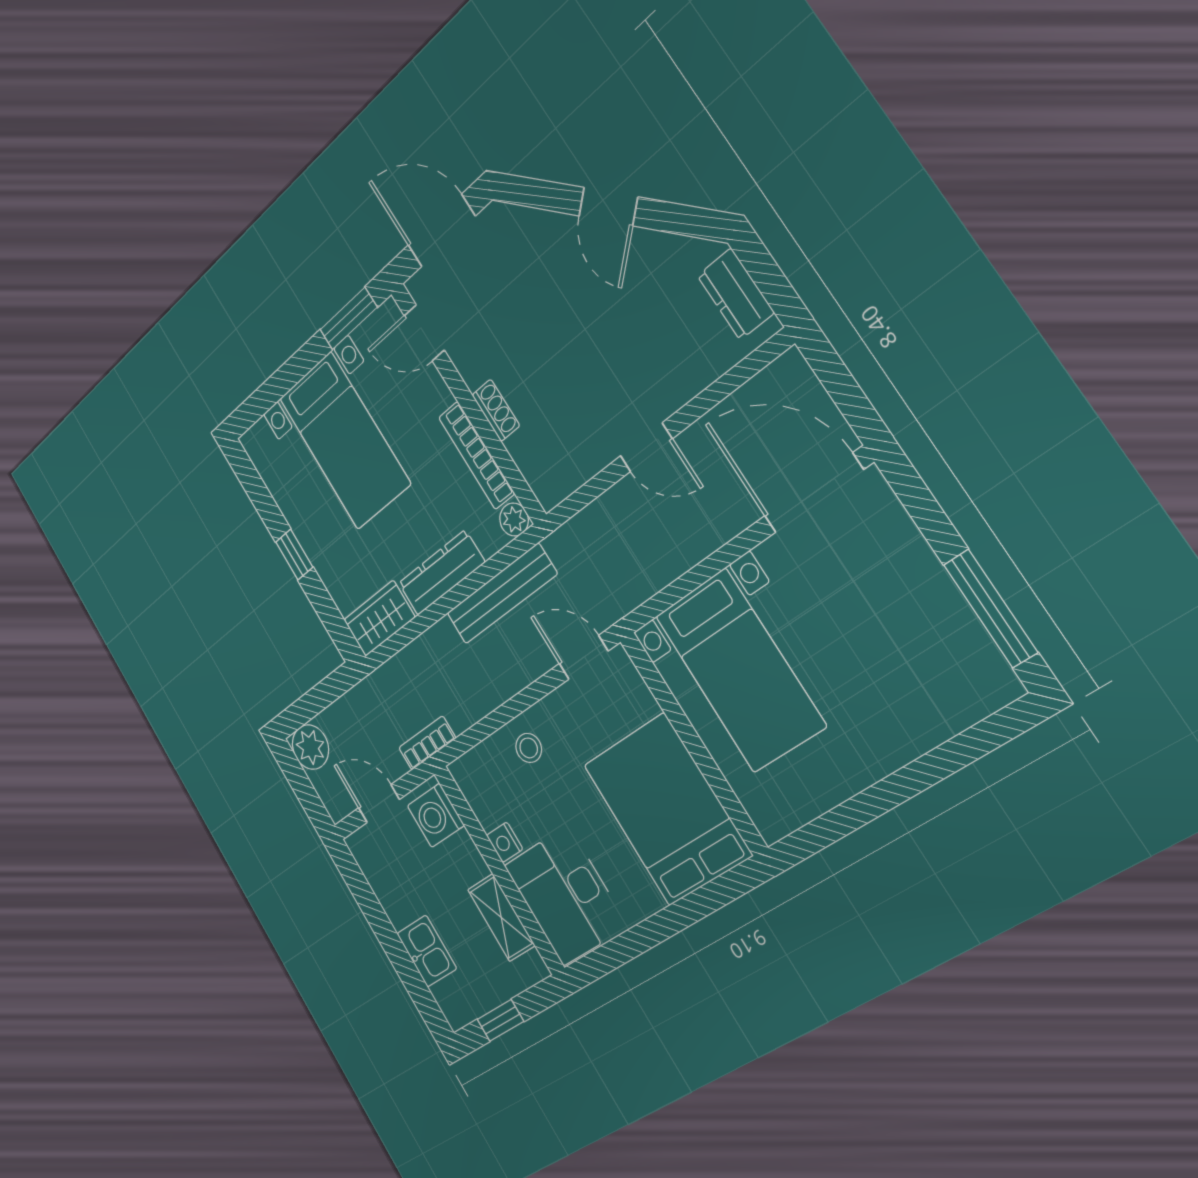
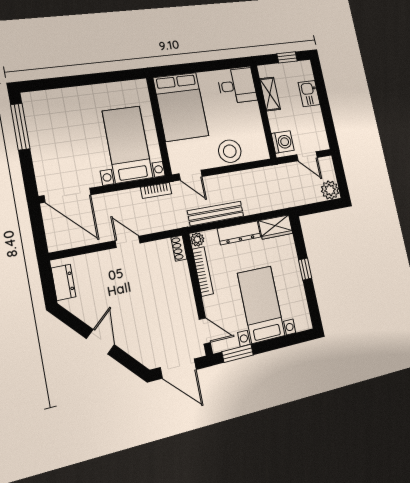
shoe rack: (496, 410) -> (179, 248), moved
bookcase: (427, 743) -> (156, 190), moved
stool: (529, 748) -> (230, 151), width x1.89, depth x1.89
nightstand: (505, 842) -> (256, 121), removed
desk: (566, 896) -> (237, 86), width x0.73

